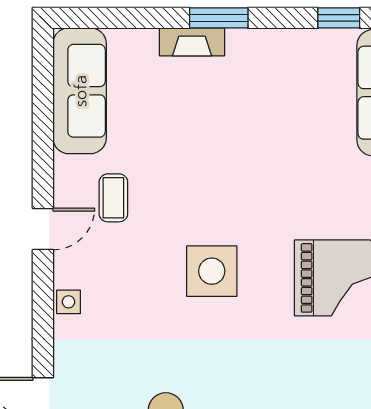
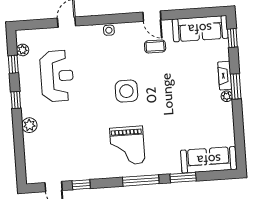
window: (339, 18) -> (232, 38), moved
plant: (240, 40) -> (227, 96), added
door: (43, 229) -> (152, 16), moved

